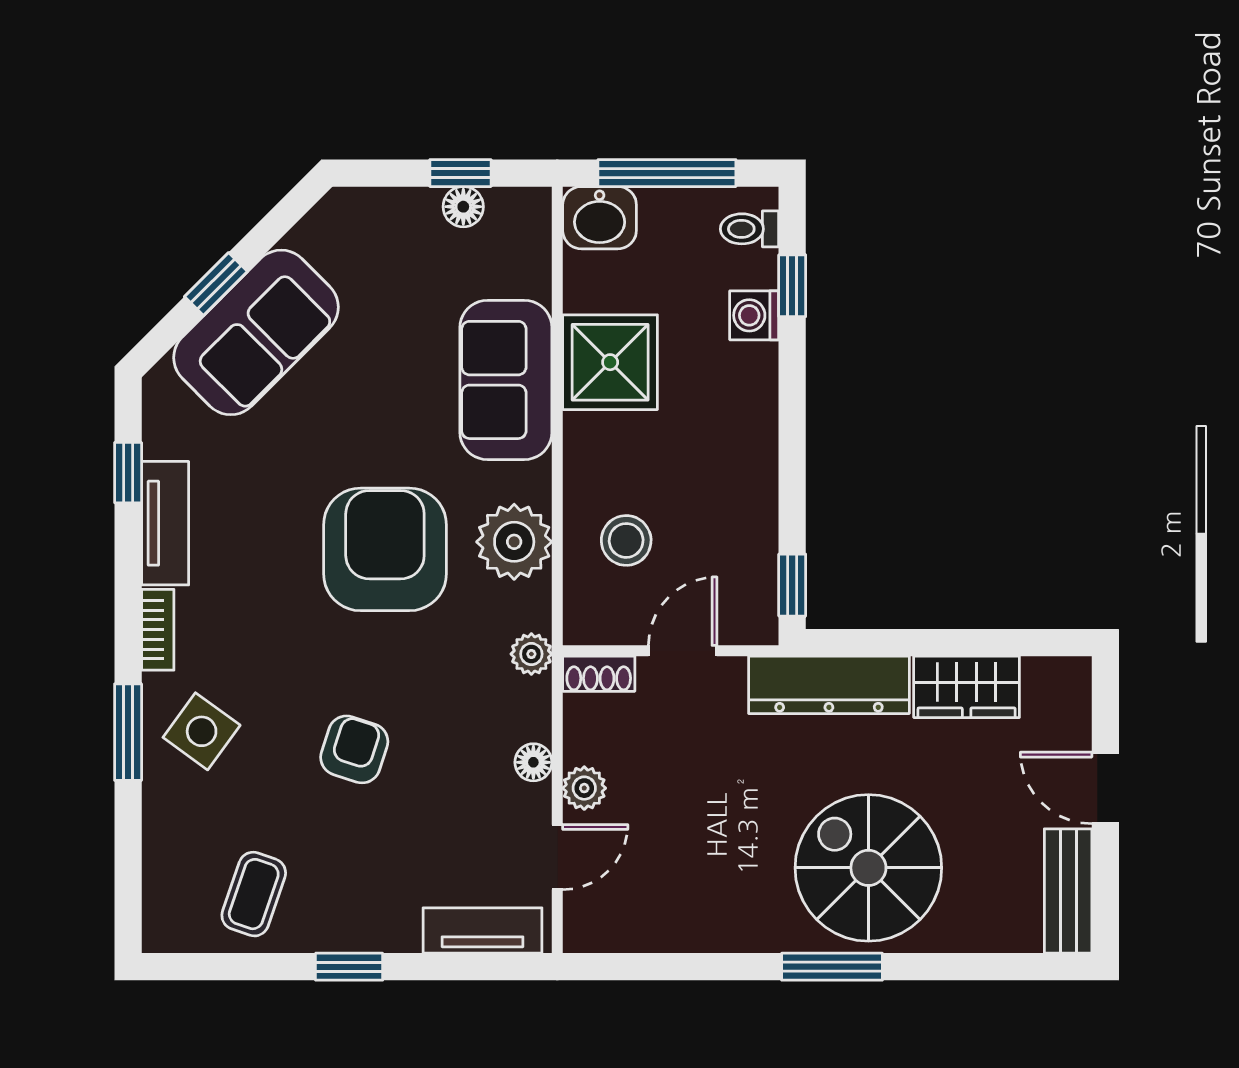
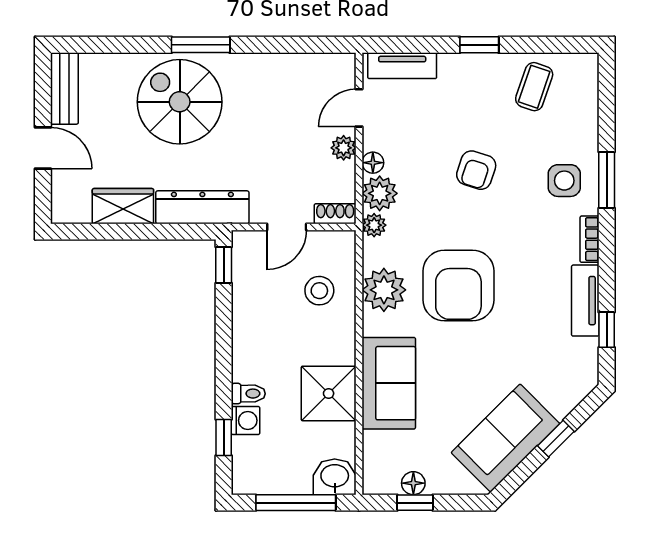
toilet: (749, 229) -> (248, 394), moved
sofa: (256, 332) -> (505, 438), moved
plant: (522, 709) -> (380, 193), added
side table: (202, 731) -> (564, 181), turned -36
spiral stairs: (868, 868) -> (180, 102), turned 180

